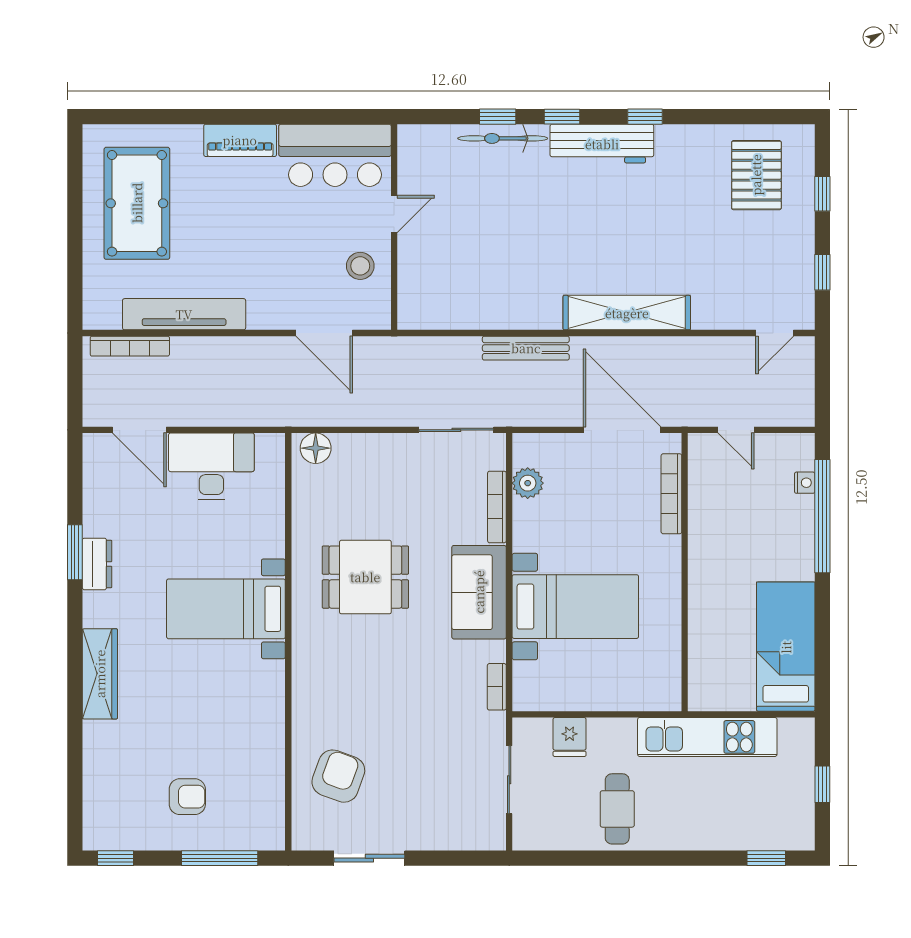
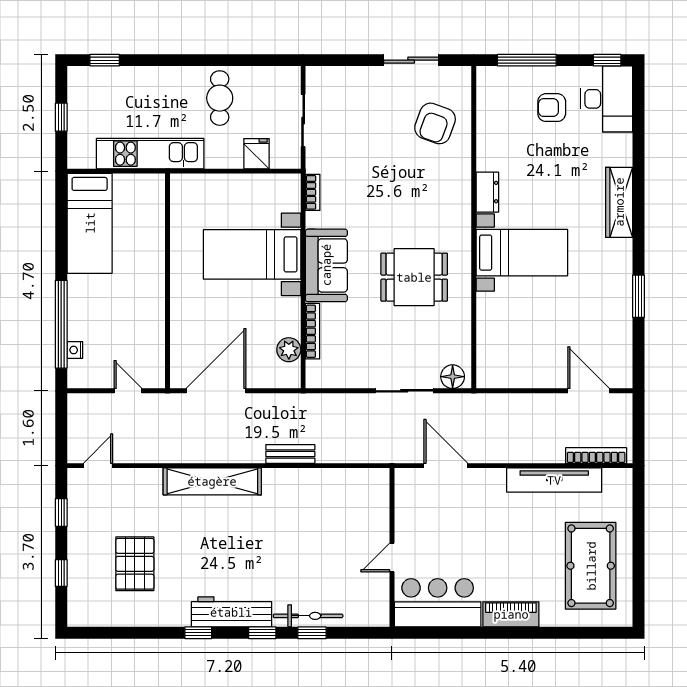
pallet: (756, 175) -> (135, 564), moved
stool: (360, 266) -> (418, 517), removed
bench: (526, 348) -> (290, 454), width x0.73
sliding door: (456, 430) -> (404, 391), moved
door: (622, 430) -> (216, 391), swing flipped
desk: (211, 466) -> (607, 99), moved, turned -90
bookcase: (671, 494) -> (178, 341), removed
dresser: (97, 564) -> (487, 192), moved, turned 180

